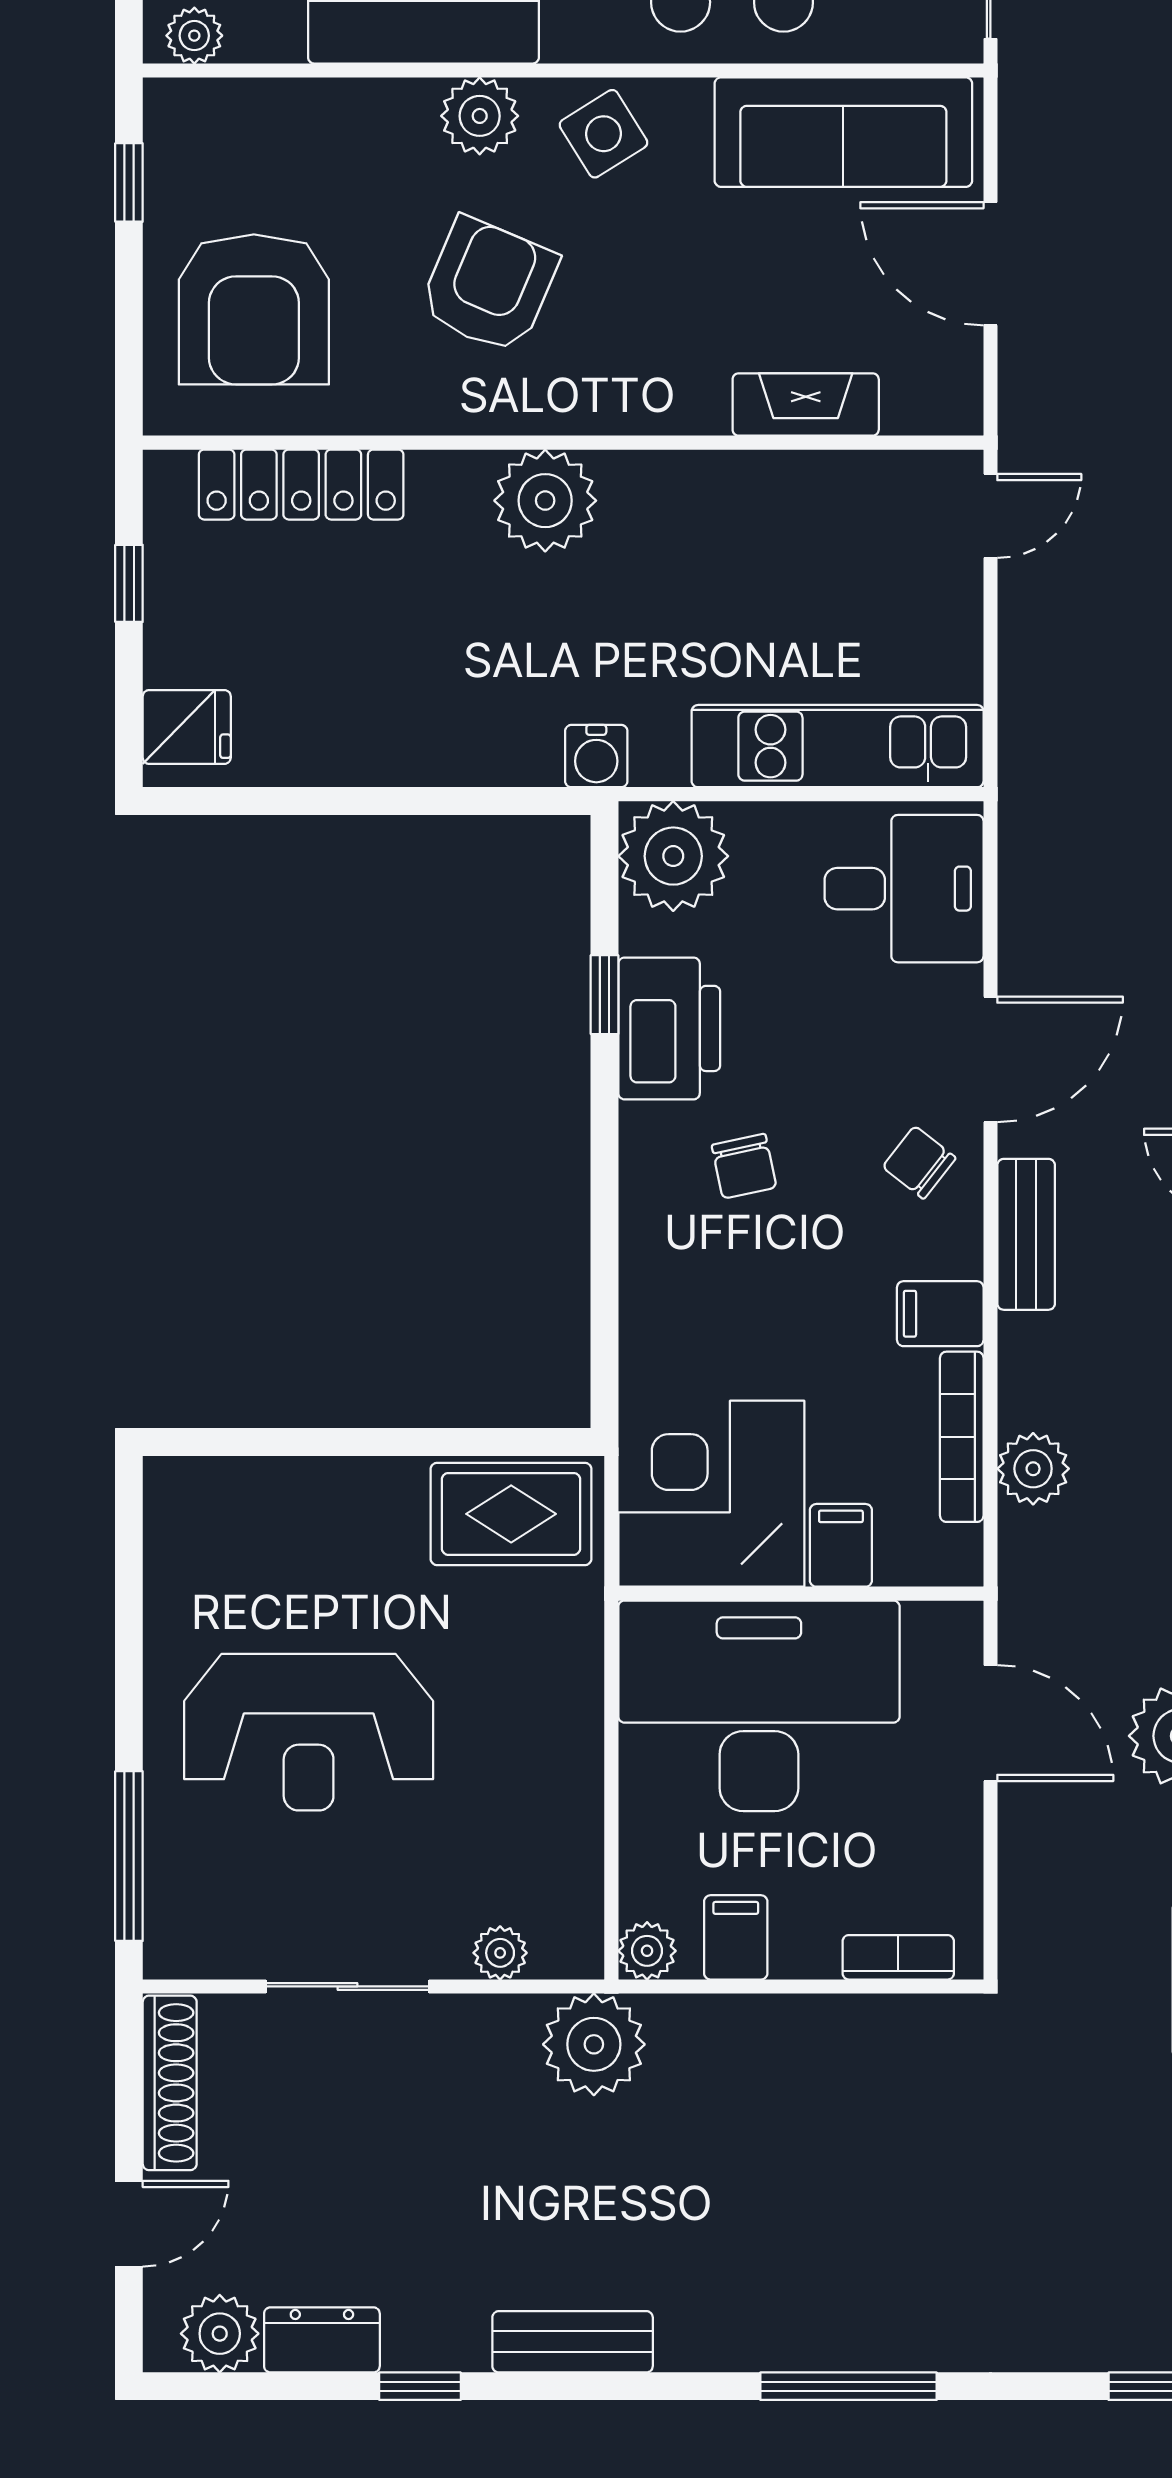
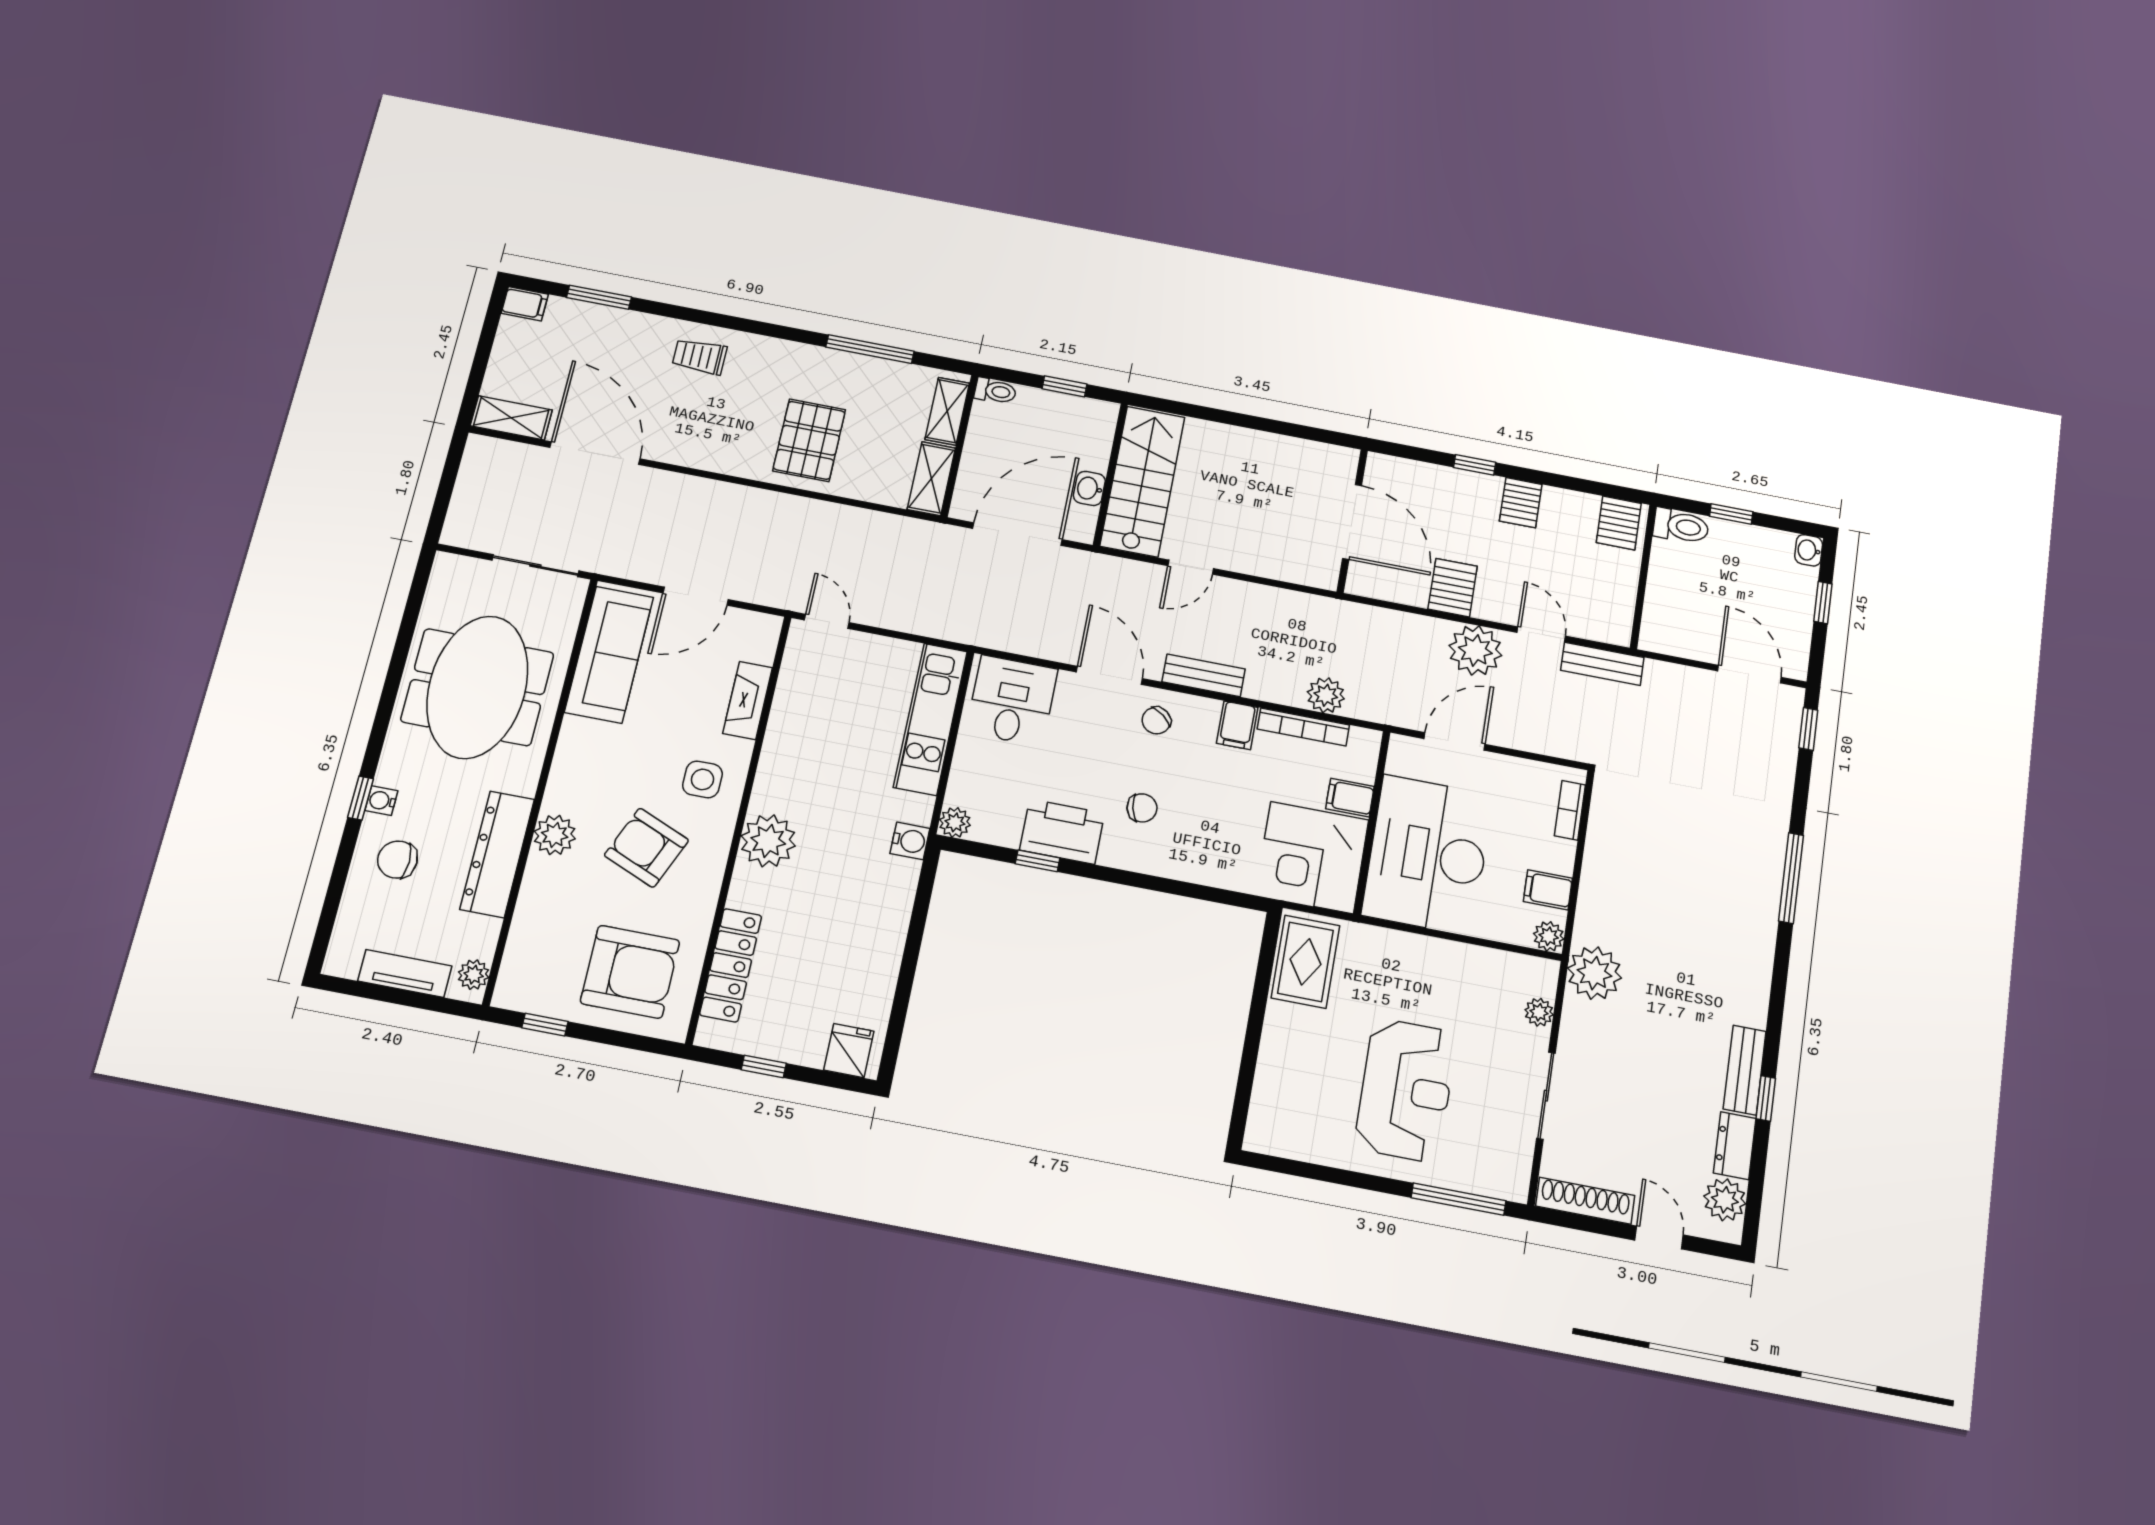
side table: (603, 134) -> (702, 779), moved, turned 32
plant: (673, 856) -> (955, 822), width x0.53, depth x0.53
bench: (573, 2342) -> (1745, 1070), moved

